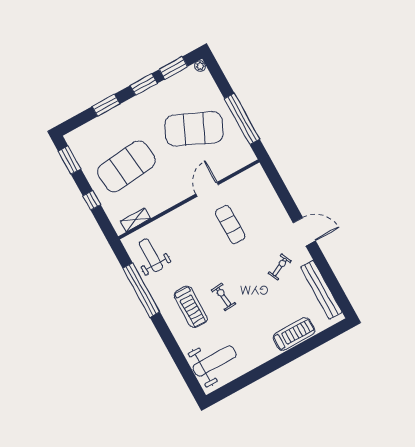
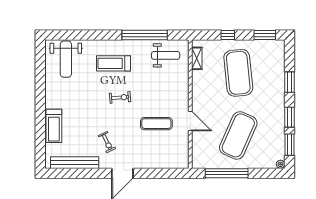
exercise bike: (223, 297) -> (120, 98), moved

